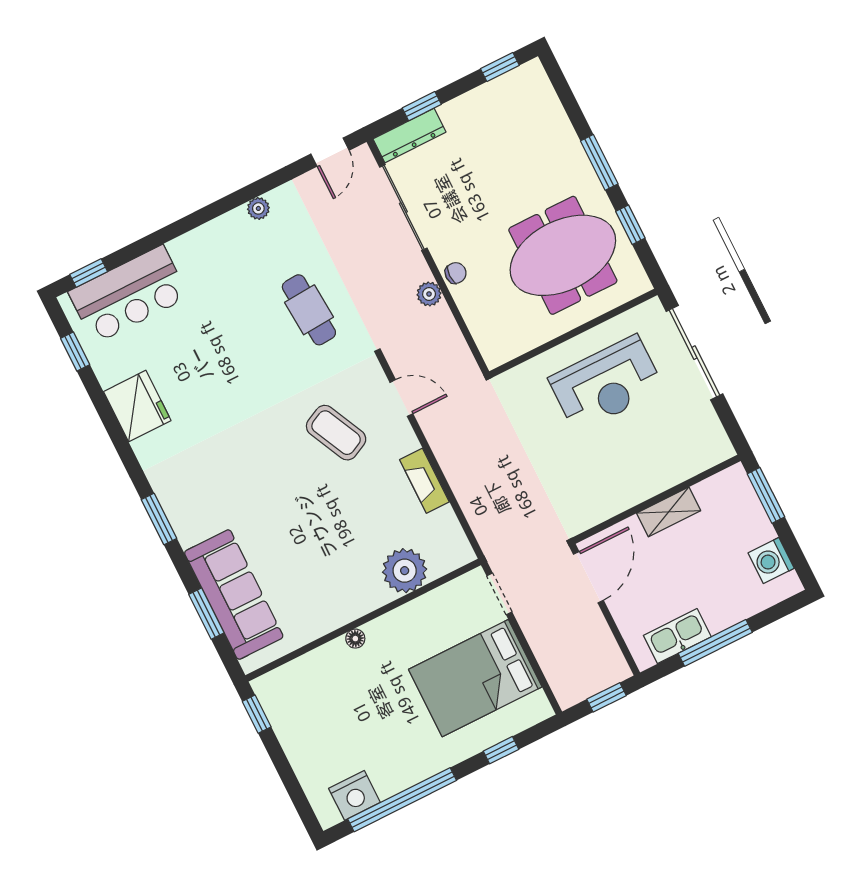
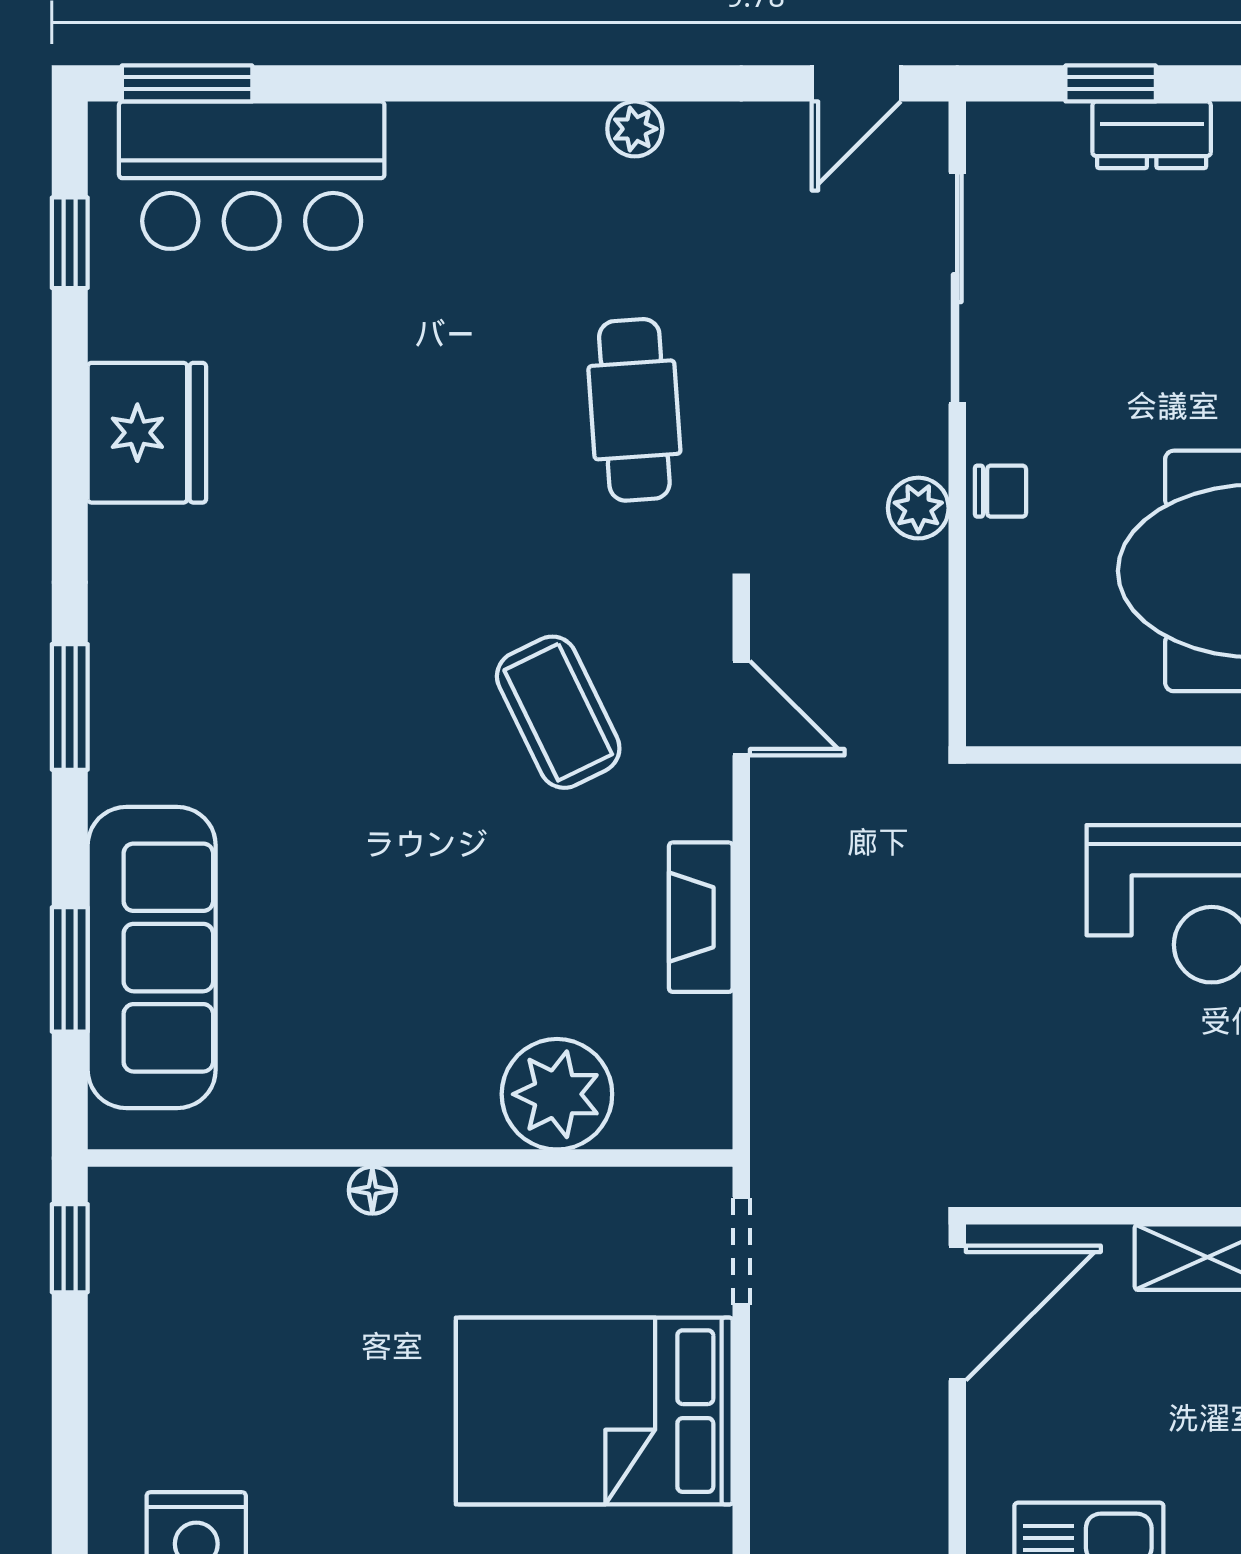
dresser: (409, 135) -> (1152, 135), moved, width x0.70
window: (89, 273) -> (187, 83), width x1.50

